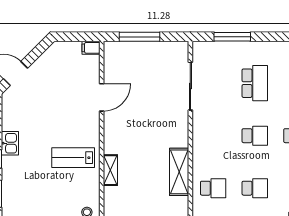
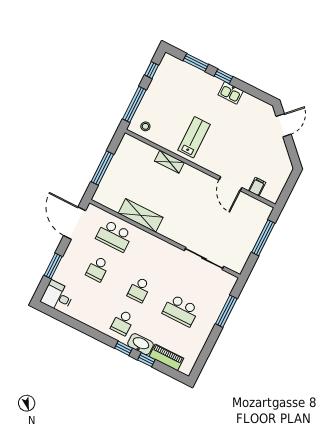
filing cabinet: (91, 48) -> (257, 187), moved
school desk: (213, 188) -> (114, 236), width x1.85

